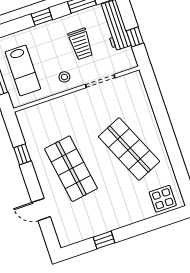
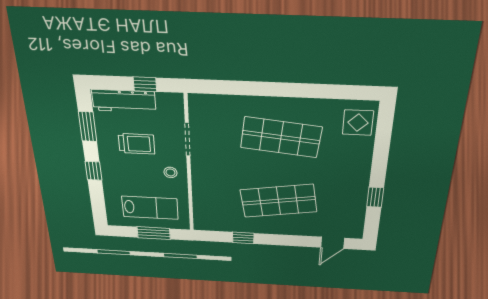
shop shelf: (129, 149) -> (281, 137), turned 30
door: (41, 210) -> (333, 243), moved

